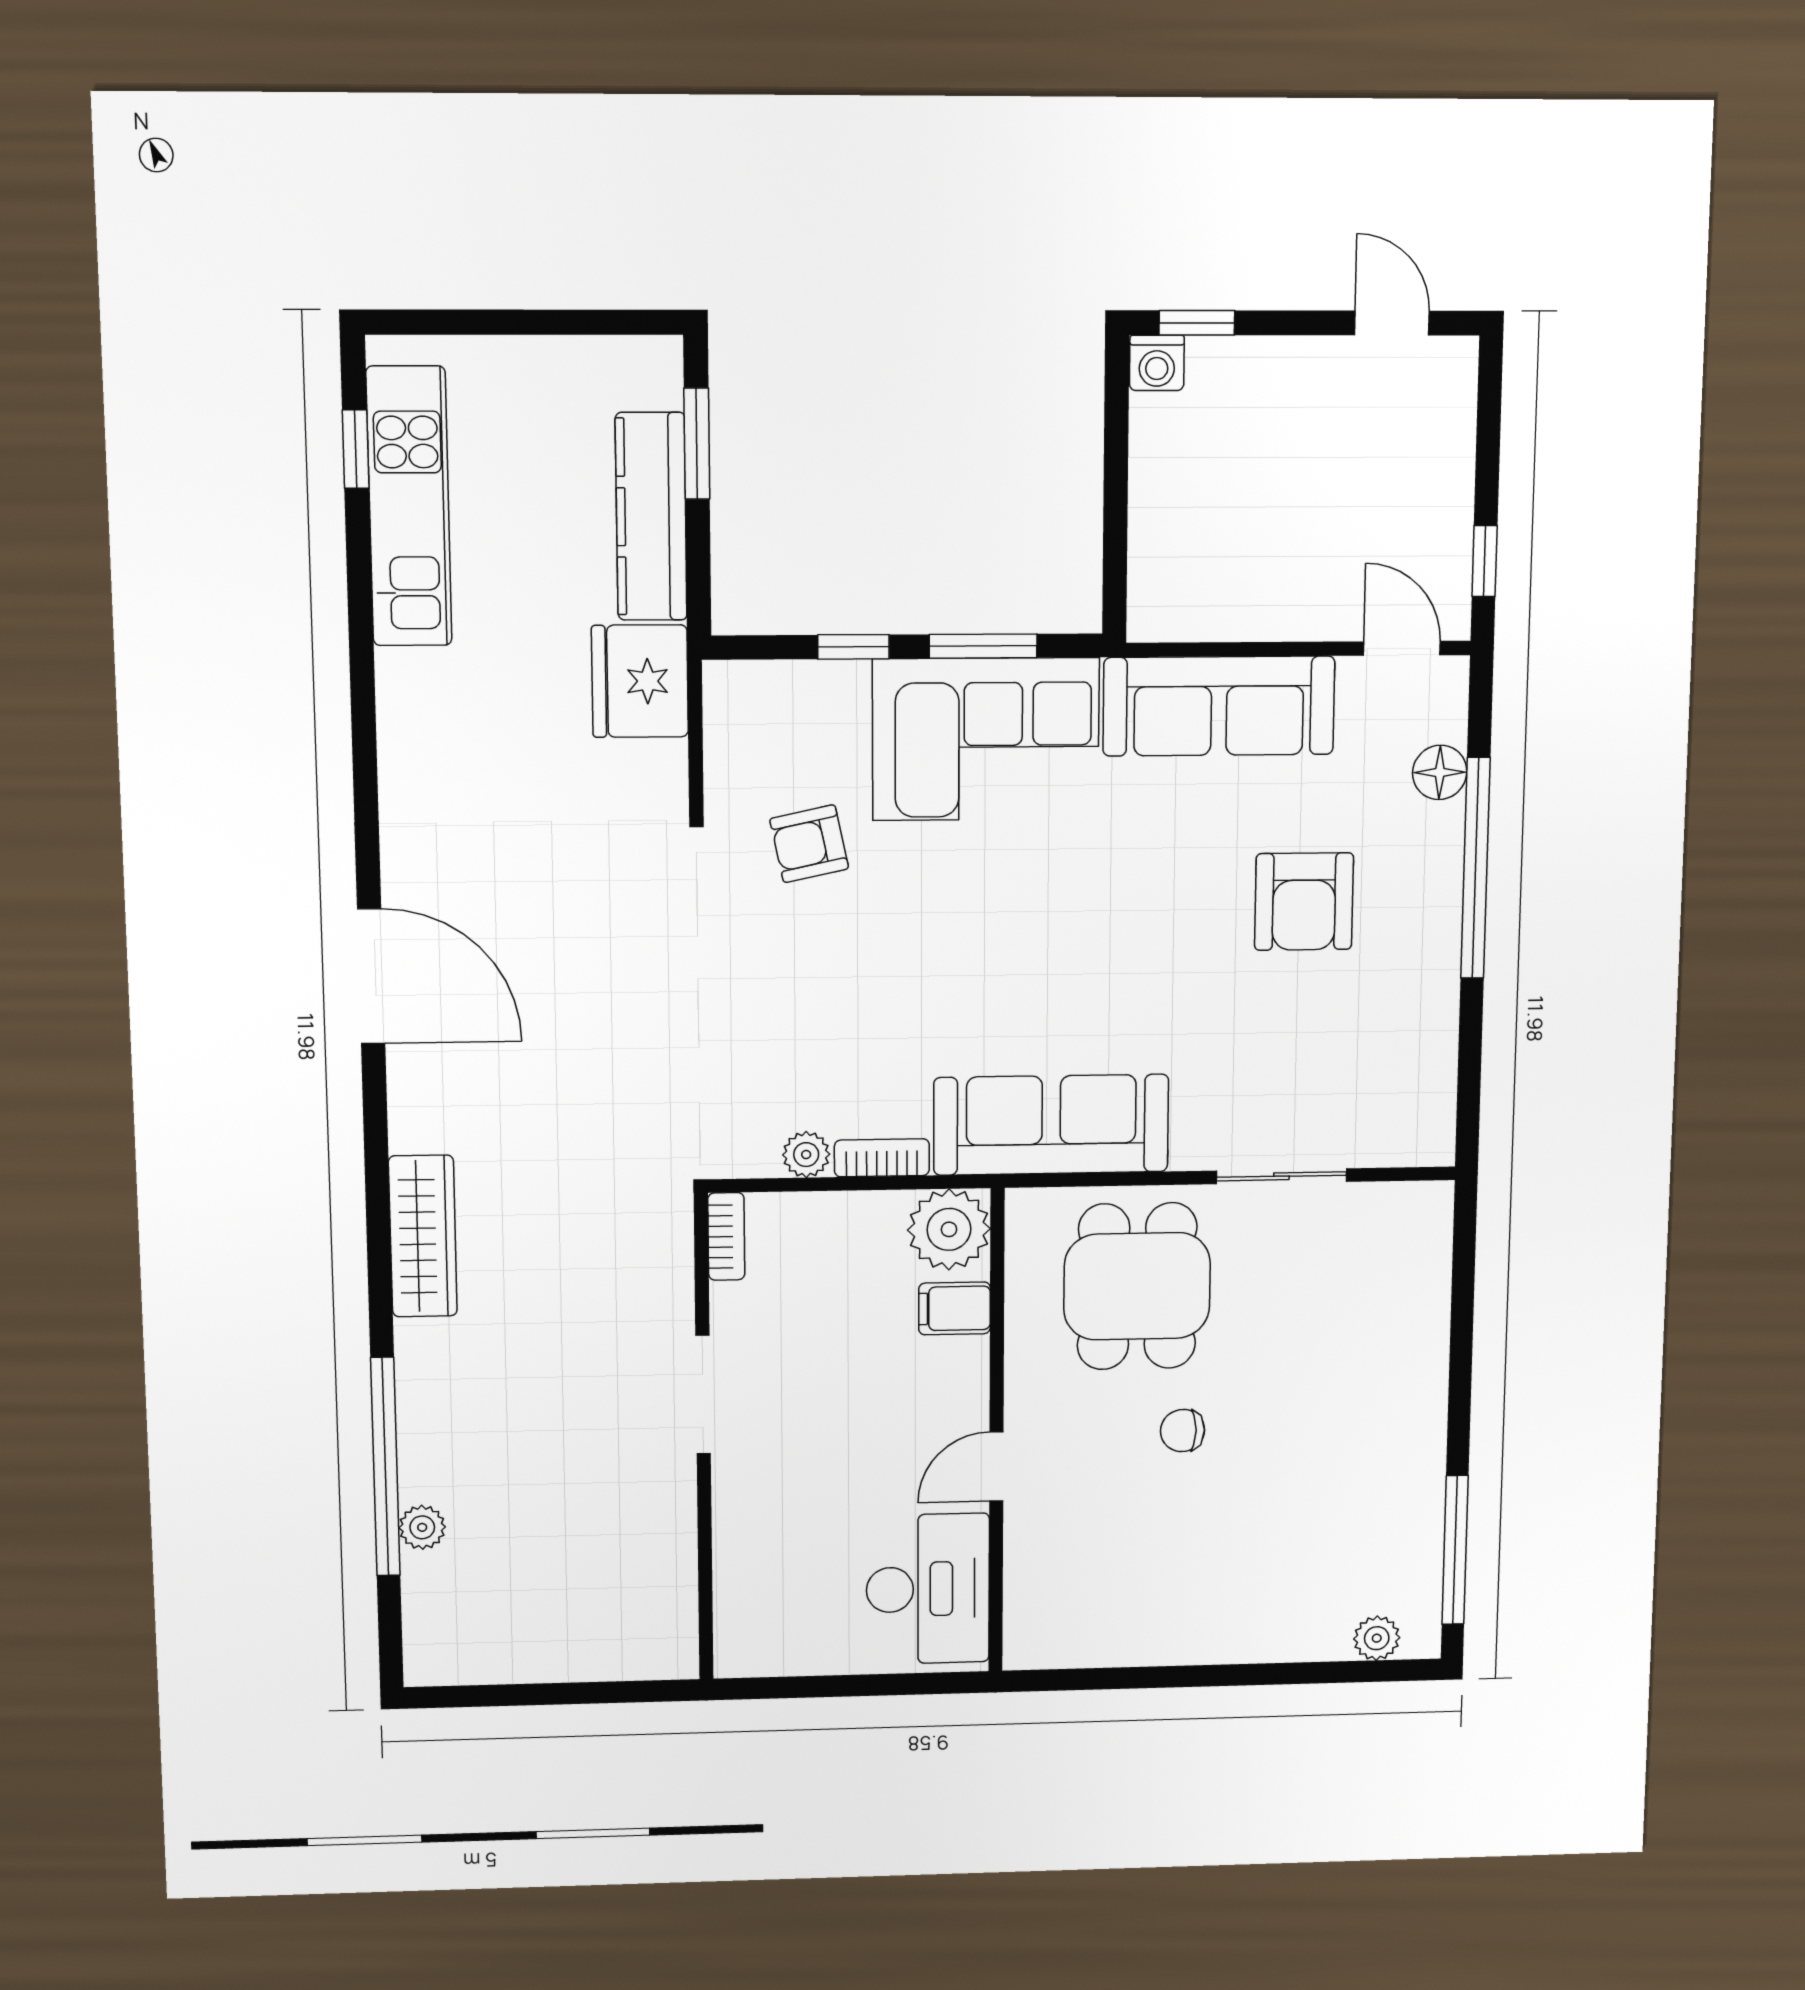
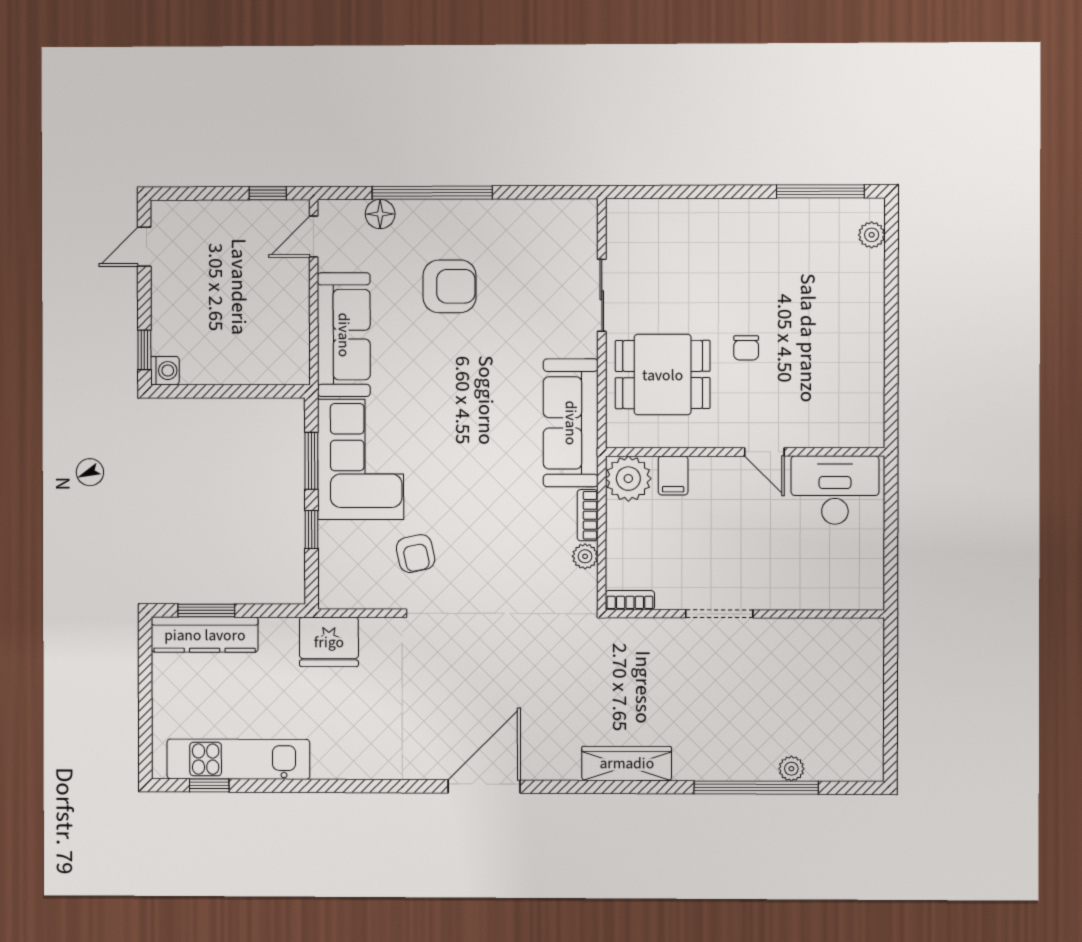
kitchen counter: (651, 517) -> (205, 635), moved

